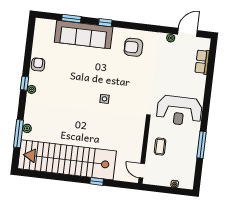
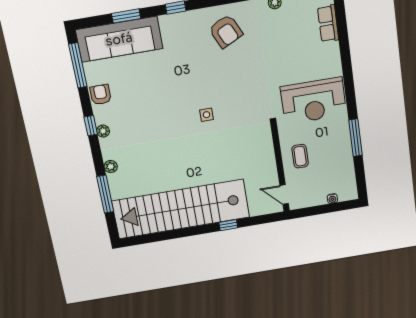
sofa: (84, 35) -> (119, 39), moved
window: (30, 41) -> (78, 65), added
armchair: (133, 47) -> (226, 31), turned -116
plant: (27, 128) -> (111, 167), moved

